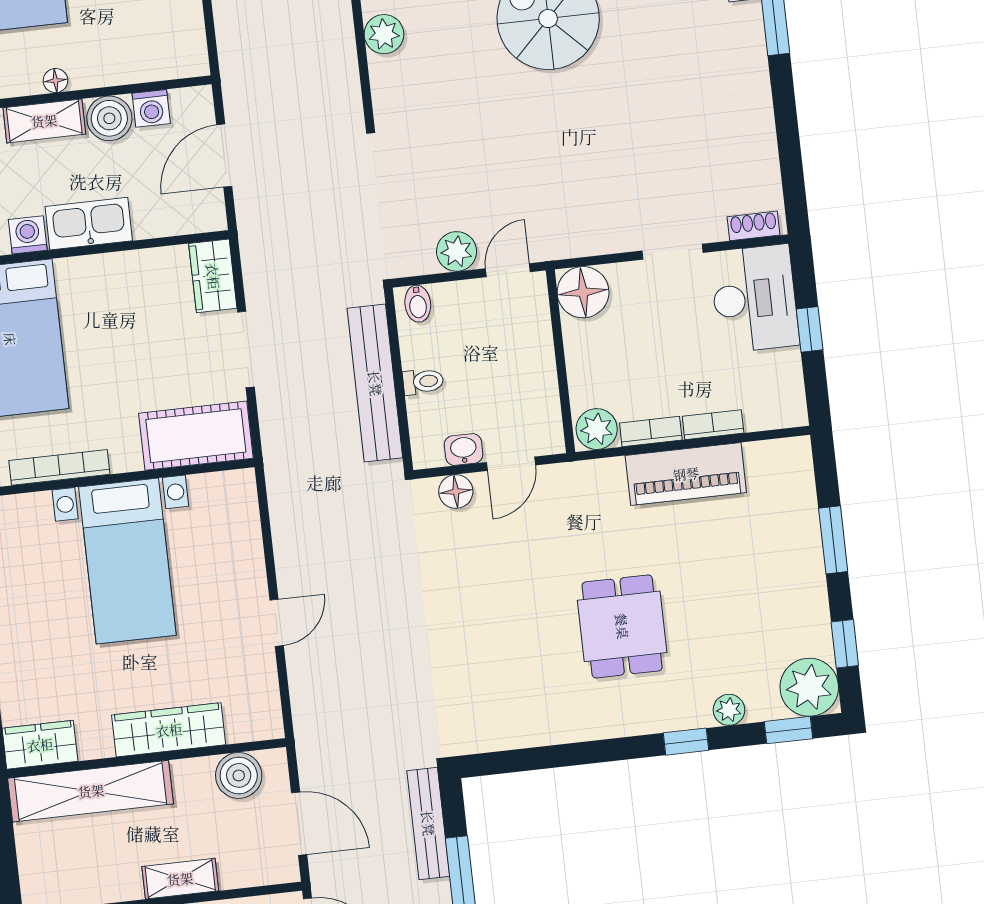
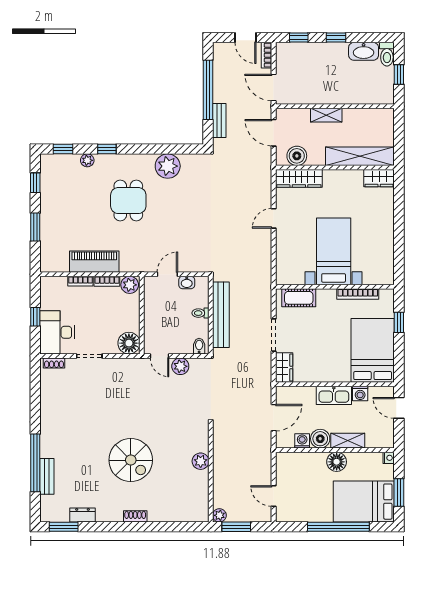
floor lamp: (55, 81) -> (337, 462), width x1.89, depth x1.89
door: (508, 270) -> (160, 356), hinge flipped
cot: (196, 436) -> (299, 298), width x0.73, depth x0.75
floor lamp: (456, 491) -> (192, 265), removed
plant: (809, 687) -> (168, 166), moved
wardrobe: (169, 730) -> (299, 178), moved
bench: (428, 823) -> (219, 120), width x0.73

